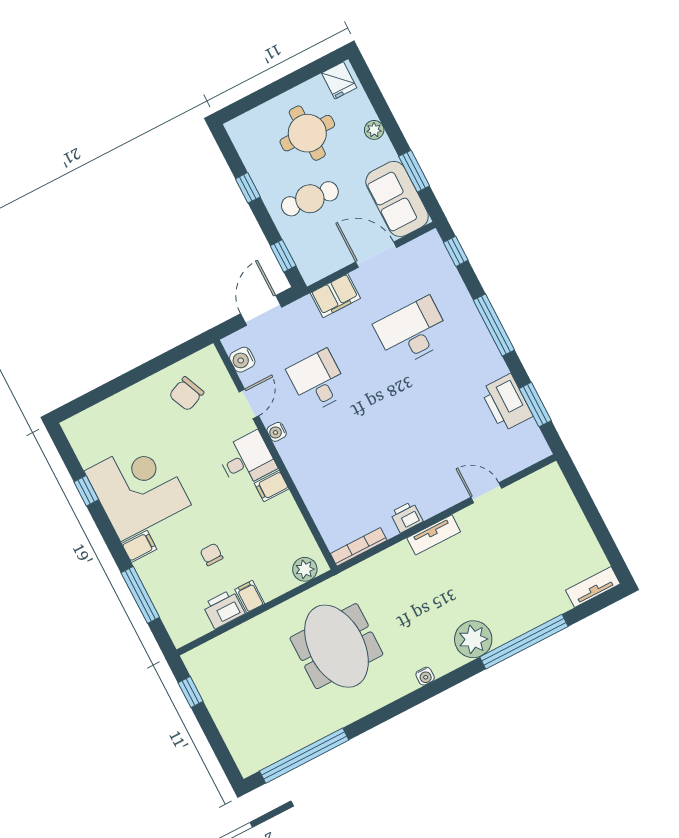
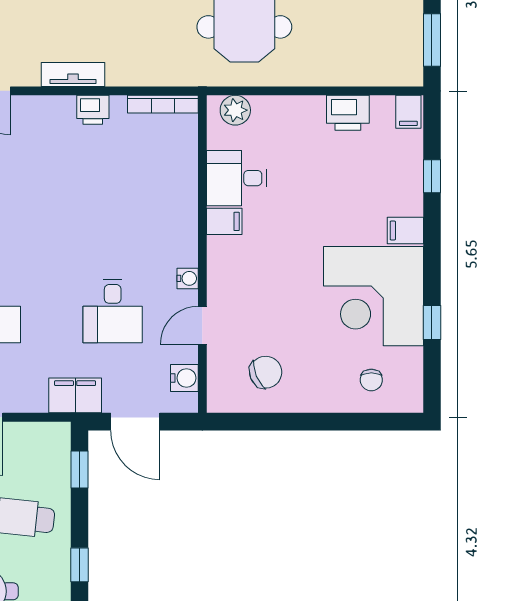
filing cabinet: (335, 296) -> (75, 395), moved
door: (261, 310) -> (135, 422), hinge flipped
desk: (247, 460) -> (237, 178), moved
chair: (212, 555) -> (371, 380), moved
window: (140, 595) -> (432, 176), width x0.46
filing cabinet: (250, 596) -> (408, 112), moved
window: (191, 692) -> (432, 40), width x1.50

